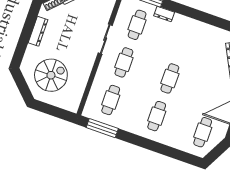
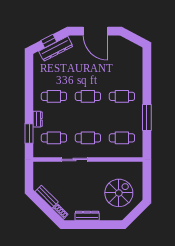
spiral stairs: (51, 75) -> (119, 193), turned 90
window: (102, 128) -> (147, 117), moved
cafe table: (203, 132) -> (54, 96), moved

